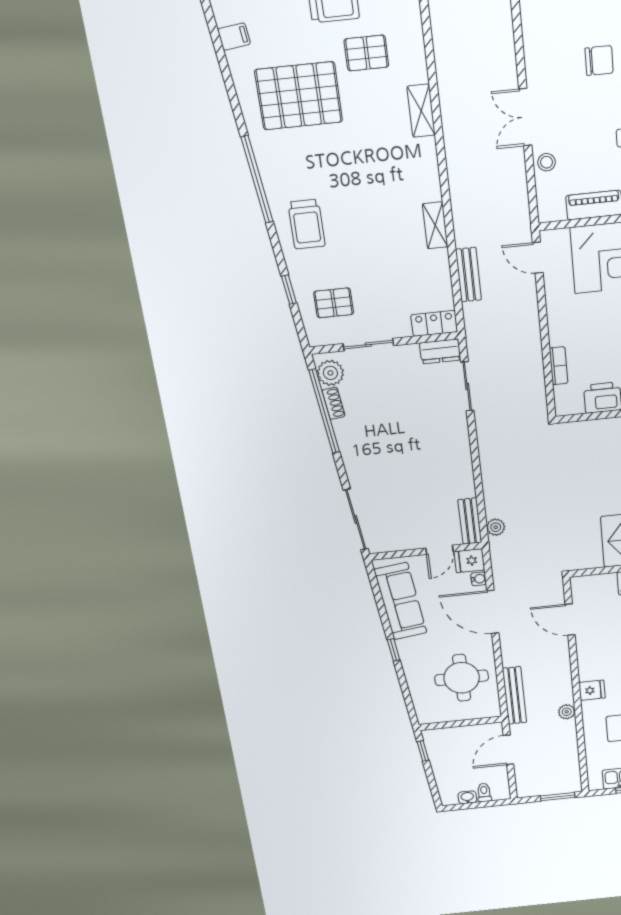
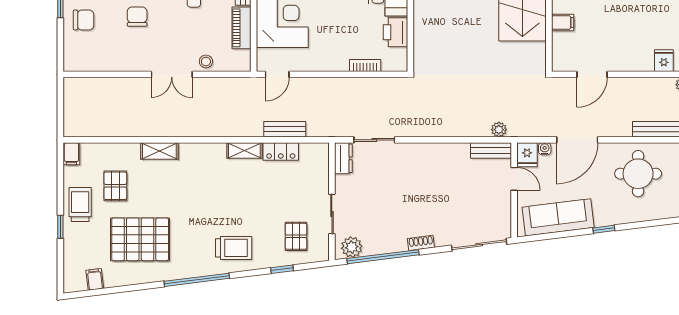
pallet: (299, 96) -> (140, 239), turned 90
locker: (434, 323) -> (281, 152), moved, turned -90
shoe rack: (334, 403) -> (421, 243), moved

